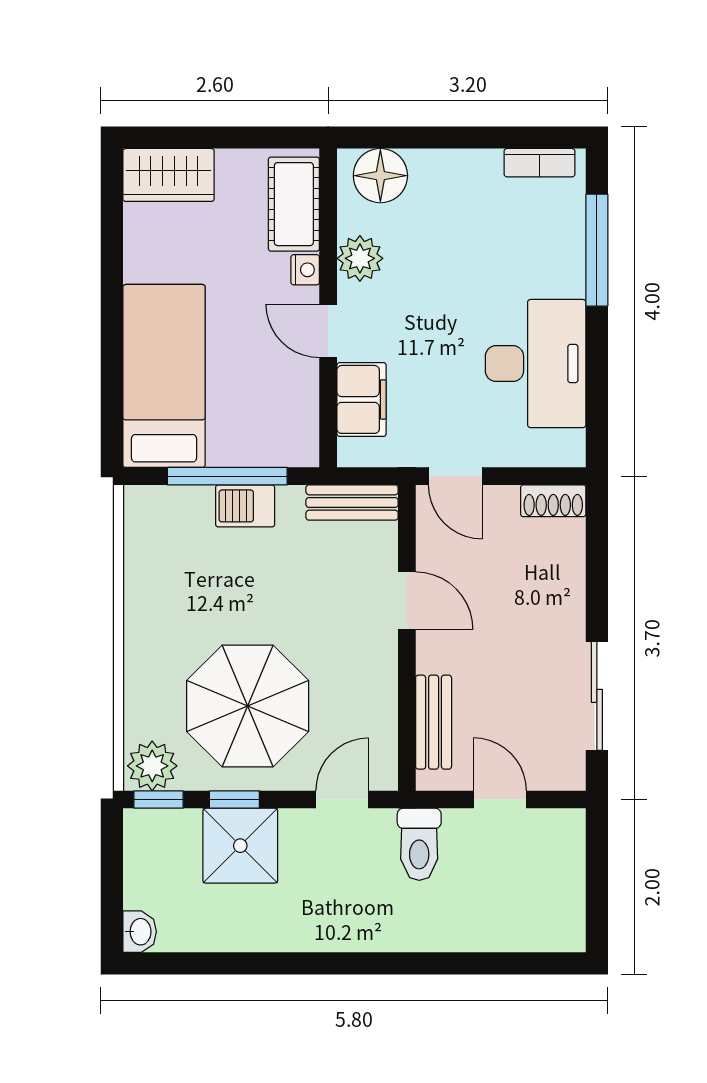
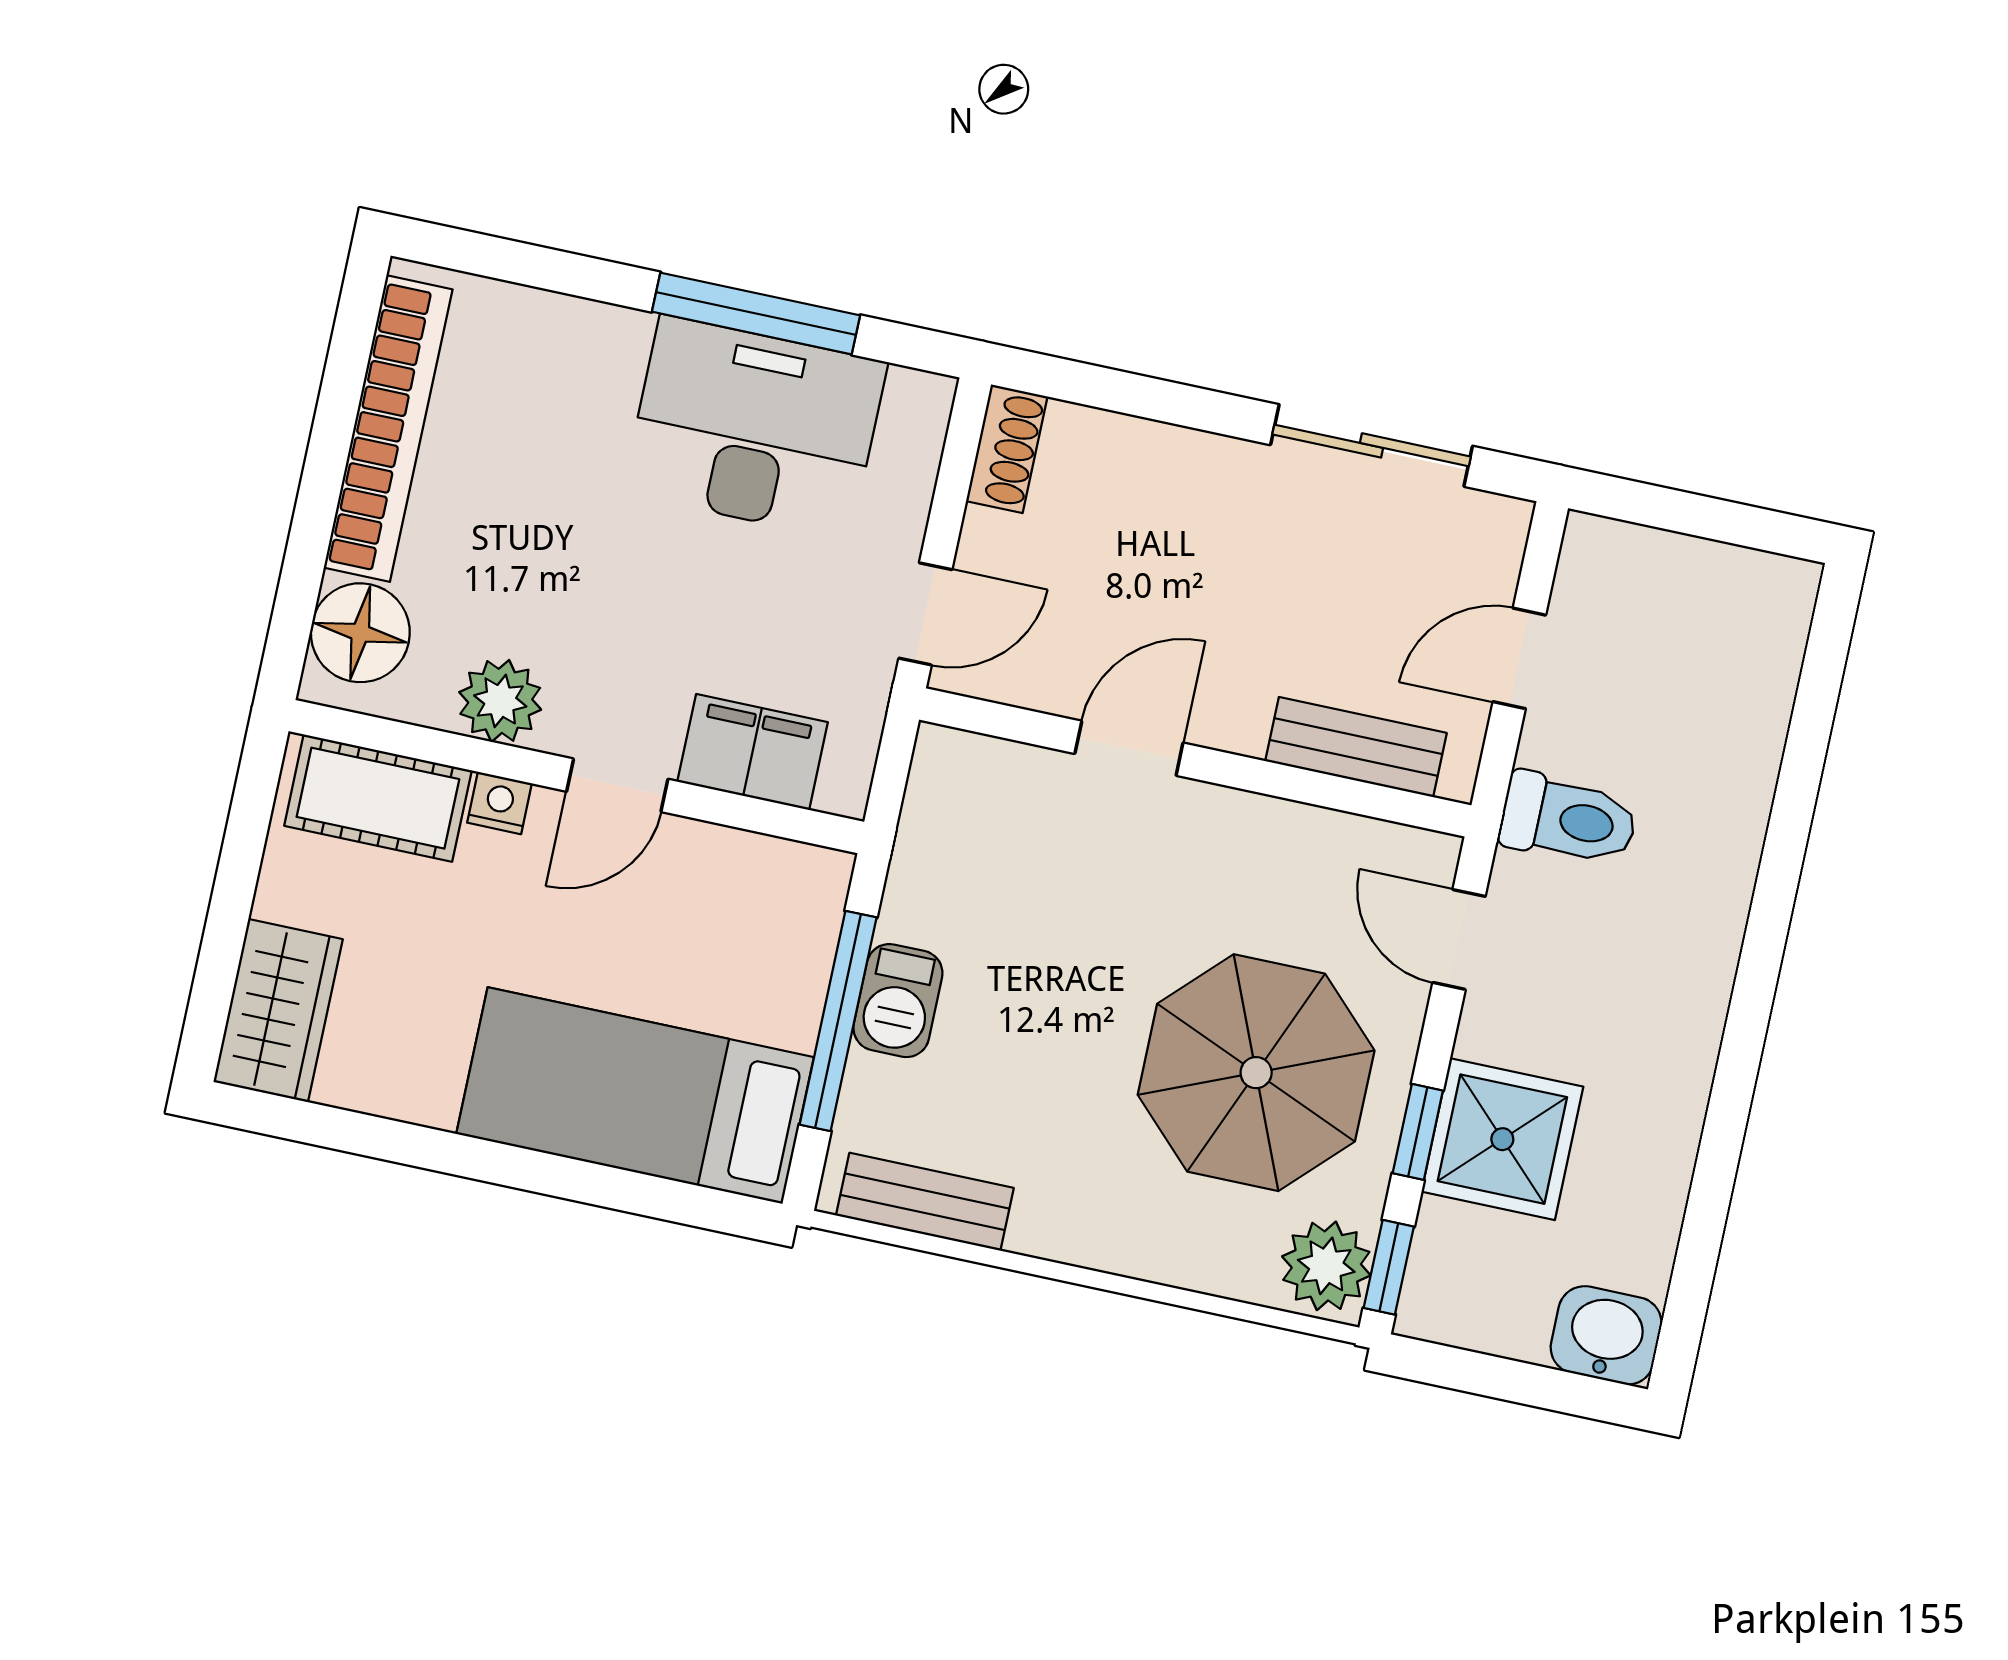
bookcase: (540, 163) -> (388, 429), width x2.31, depth x1.31
window: (597, 250) -> (756, 313), moved
bench: (352, 503) -> (925, 1202), moved, turned 90
washbasin: (140, 932) -> (1606, 1335), width x1.38, depth x1.45

